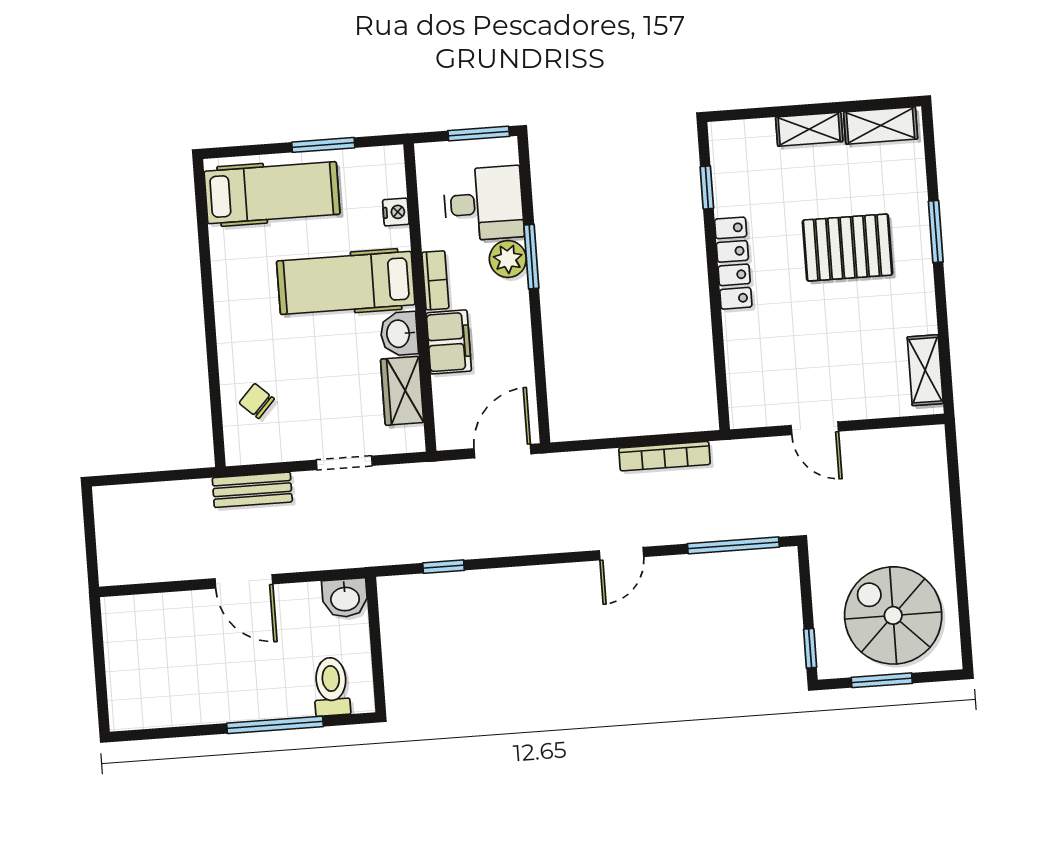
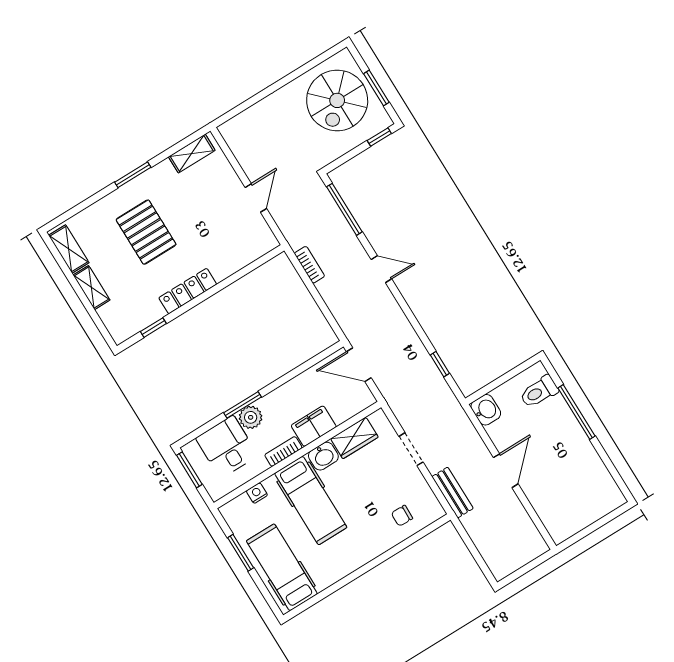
window: (936, 232) -> (133, 175), moved
chair: (257, 401) -> (402, 516), turned 48
bookcase: (664, 456) -> (309, 265), width x0.64

